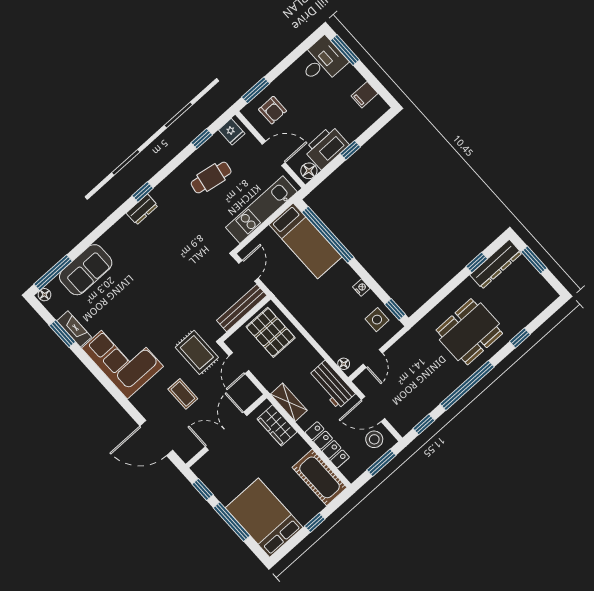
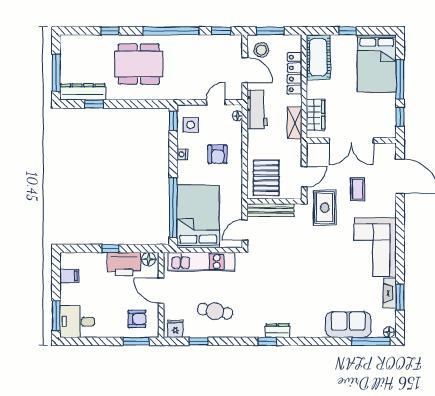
armchair: (273, 110) -> (137, 319), turned 90
bed: (305, 241) -> (198, 216), width x1.50
window: (534, 260) -> (56, 73), width x1.44
armchair: (331, 315) -> (218, 154), added

